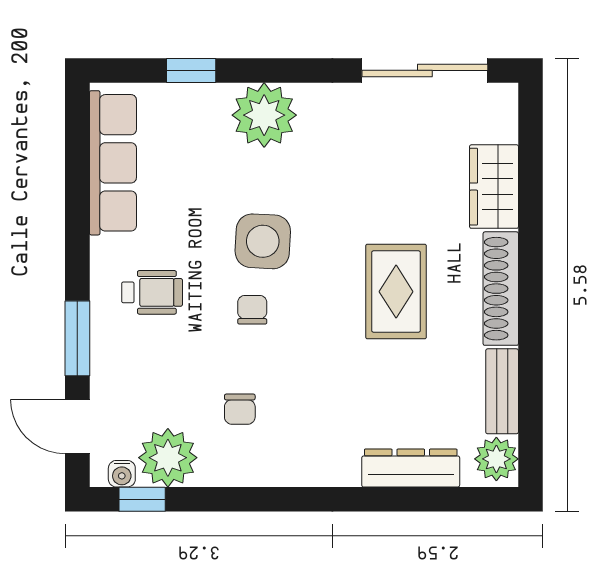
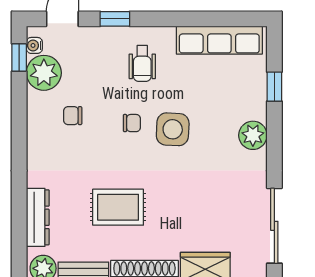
plant: (264, 115) -> (253, 135), width x0.73, depth x0.73
rug: (396, 292) -> (118, 207), moved
window: (77, 338) -> (115, 19), width x0.67

